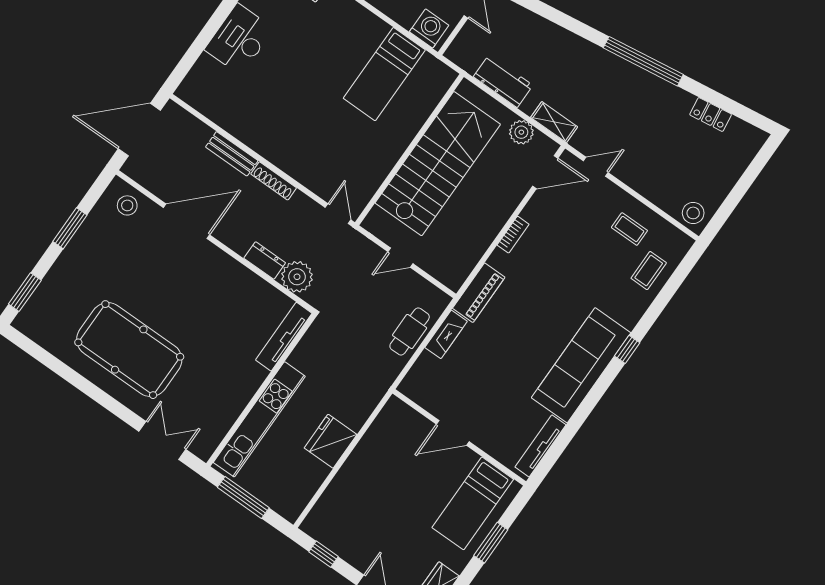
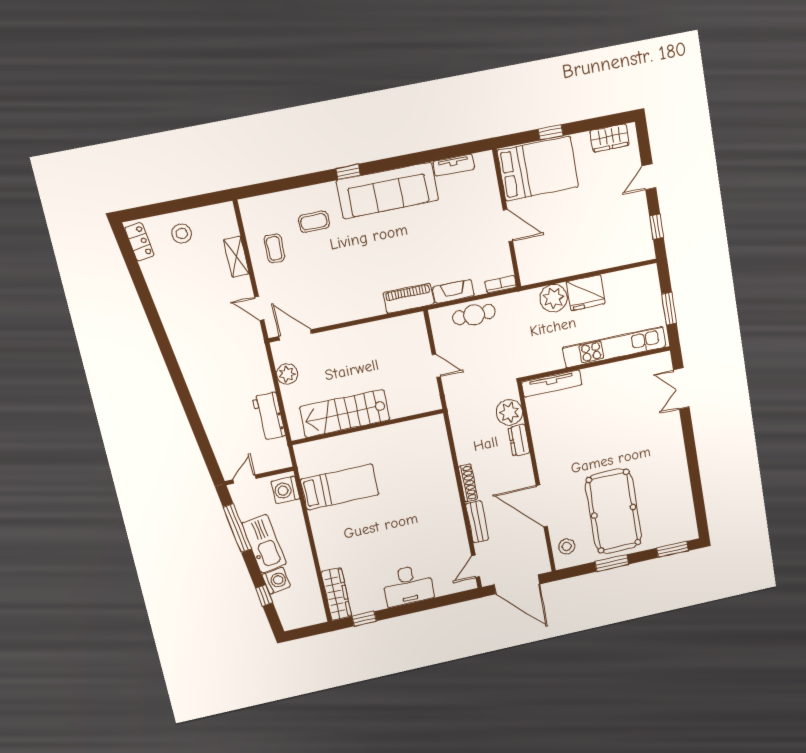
window: (643, 61) -> (165, 347), removed
locker: (711, 114) -> (139, 242), moved
shelving: (554, 122) -> (236, 257), moved
stairs: (438, 164) -> (345, 413), width x0.73, depth x0.66
stool: (693, 213) -> (182, 234), moved
door: (338, 214) -> (476, 566), moved
bookcase: (513, 235) -> (501, 284), moved
coffee table: (649, 271) -> (314, 222), moved
pool table: (129, 350) -> (614, 511), moved
plant: (354, 410) -> (554, 298), added
tv unit: (540, 446) -> (454, 165), width x0.71
window: (243, 497) -> (669, 309), width x0.69
bed: (473, 503) -> (538, 169), width x1.50
window: (491, 543) -> (551, 132), width x0.67

